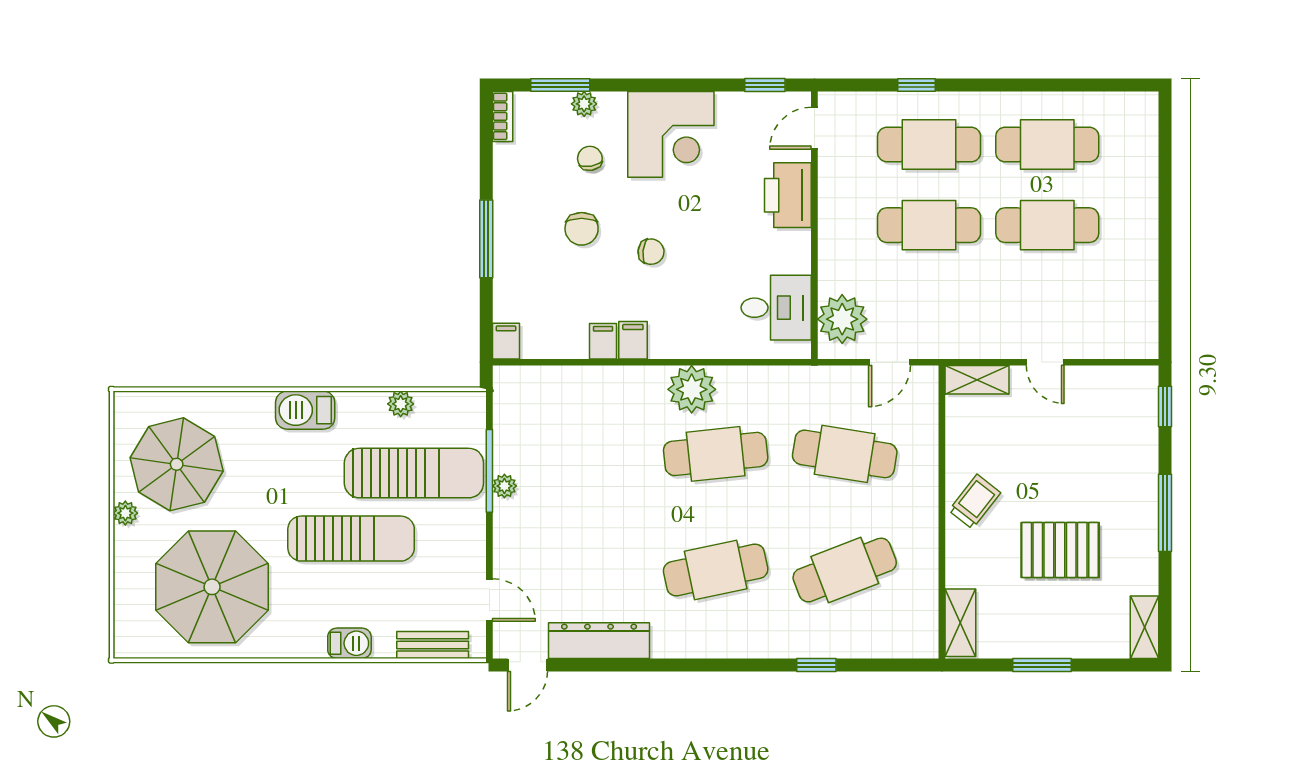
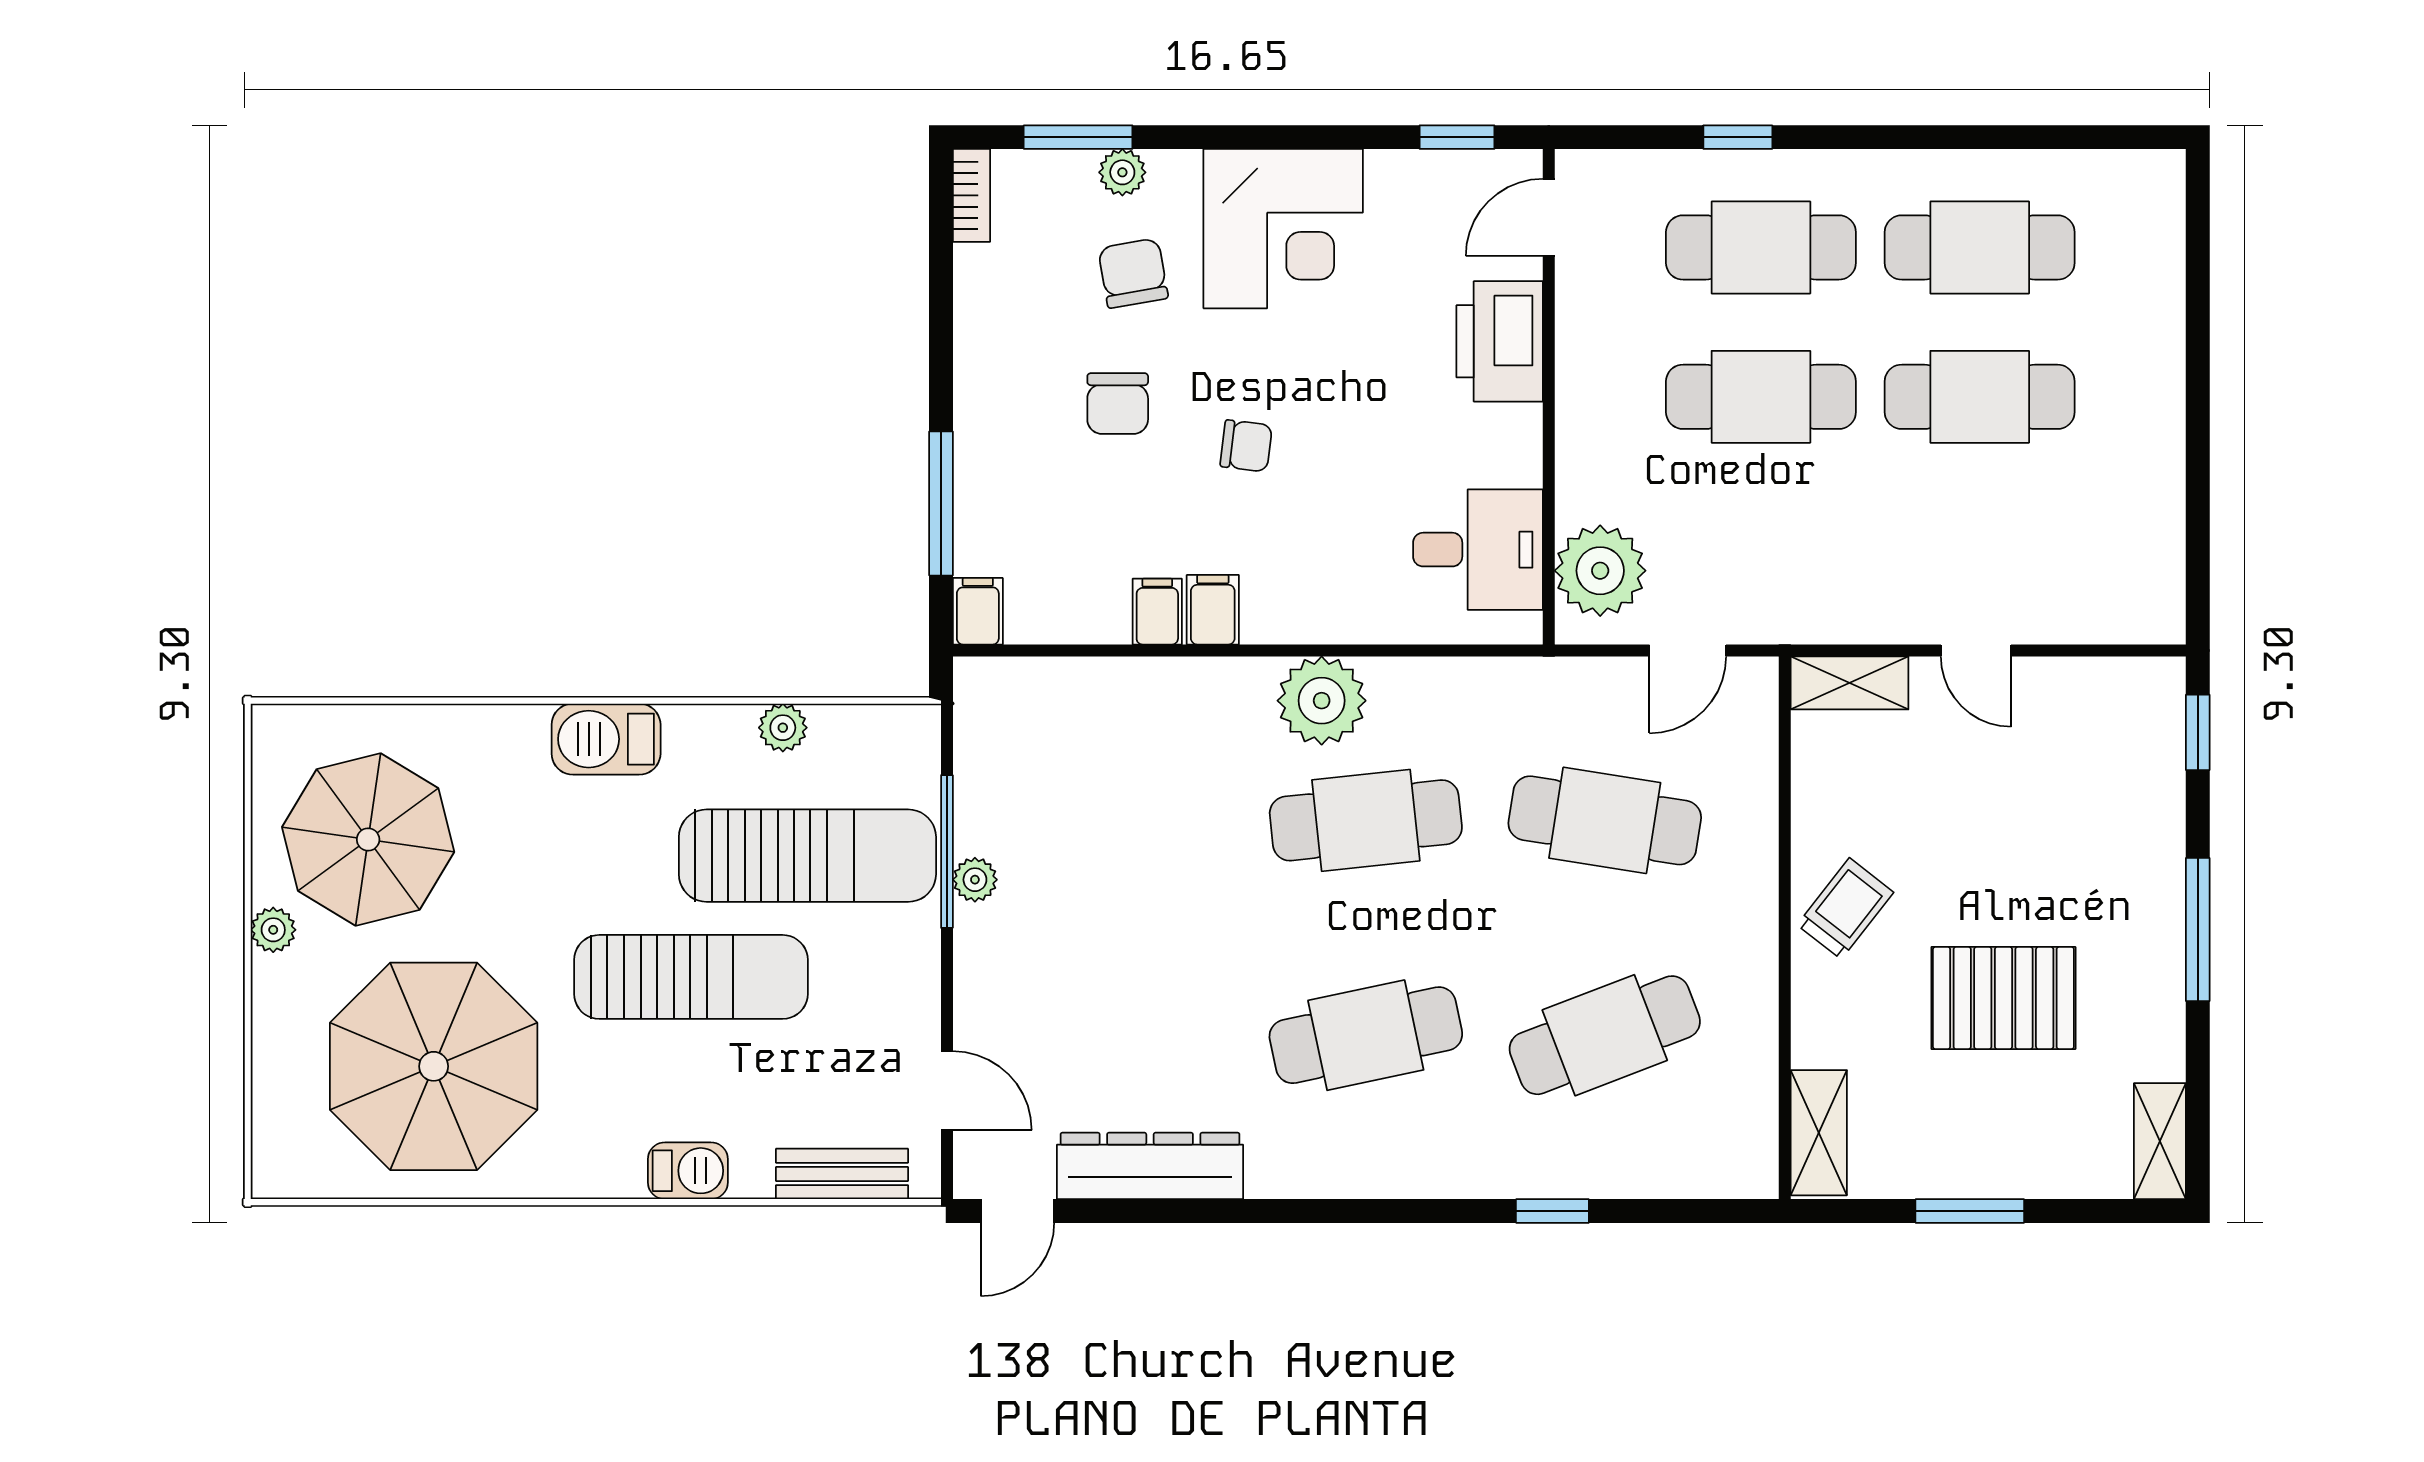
chair: (590, 158) -> (1133, 273), width x1.37, depth x1.37
window: (486, 239) -> (941, 503), moved

